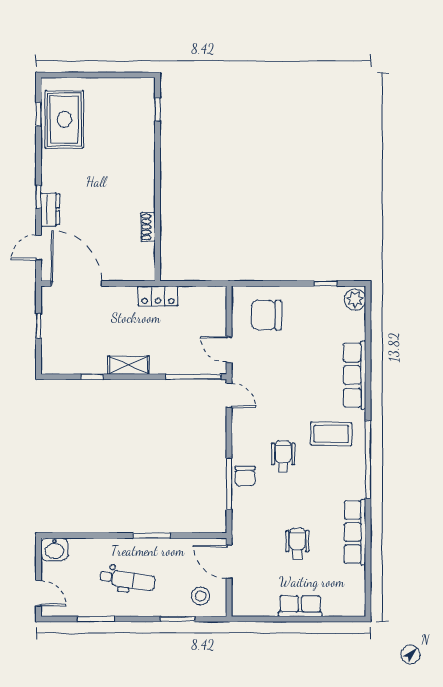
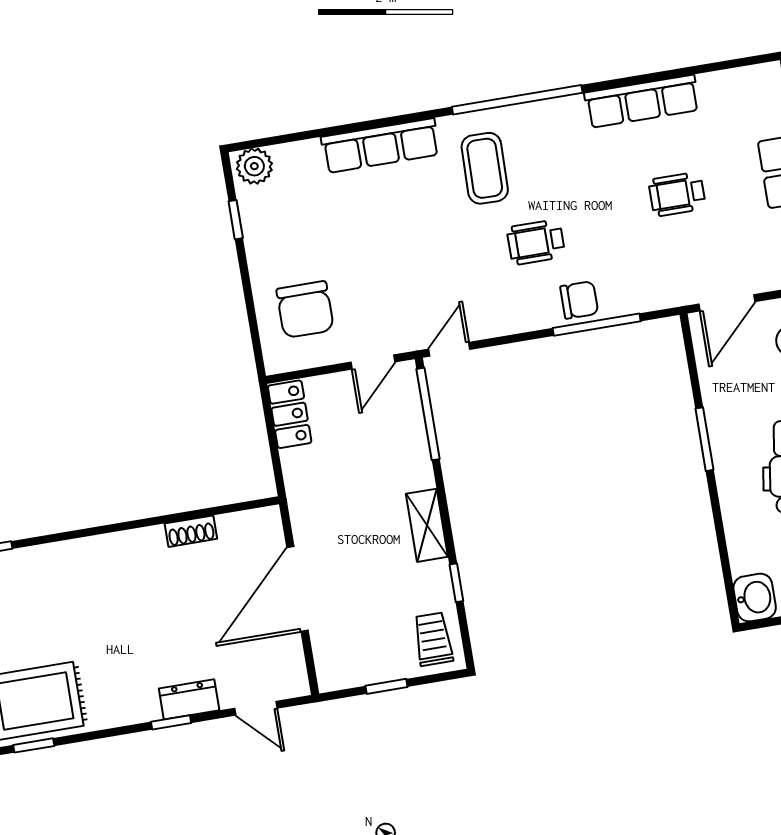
door: (77, 283) -> (298, 589), moved
locker: (158, 296) -> (290, 414), moved
trolley: (61, 358) -> (433, 639), added

